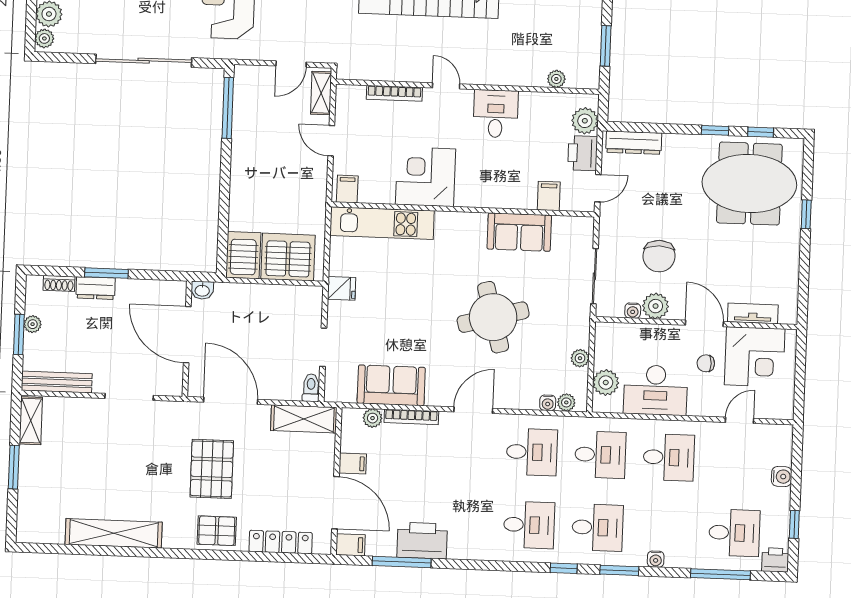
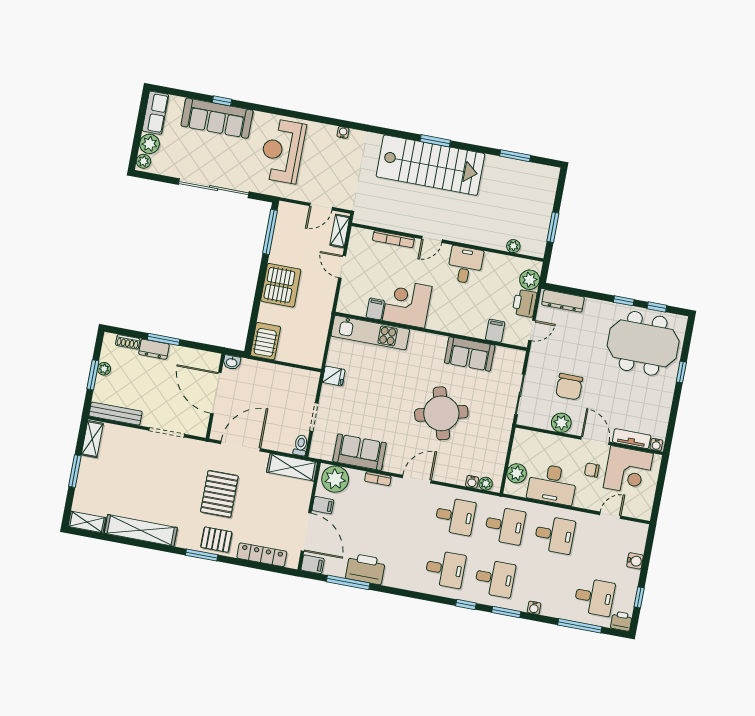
door: (446, 86) -> (432, 239), swing flipped
filing cabinet: (347, 189) -> (375, 309), moved
server rack: (288, 257) -> (281, 285), moved, turned 90
water cooler: (633, 311) -> (656, 445), moved
plant: (580, 358) -> (500, 453), removed
door: (231, 401) -> (241, 446), hinge flipped
bookcase: (411, 417) -> (378, 479), width x0.64
plant: (373, 418) -> (335, 479), width x1.87, depth x1.87
shelving: (40, 533) -> (87, 522), added
window: (200, 554) -> (202, 555), added

